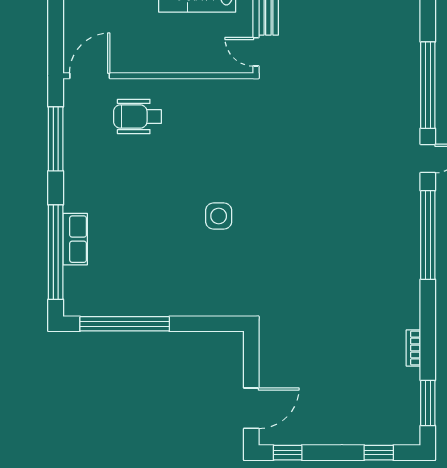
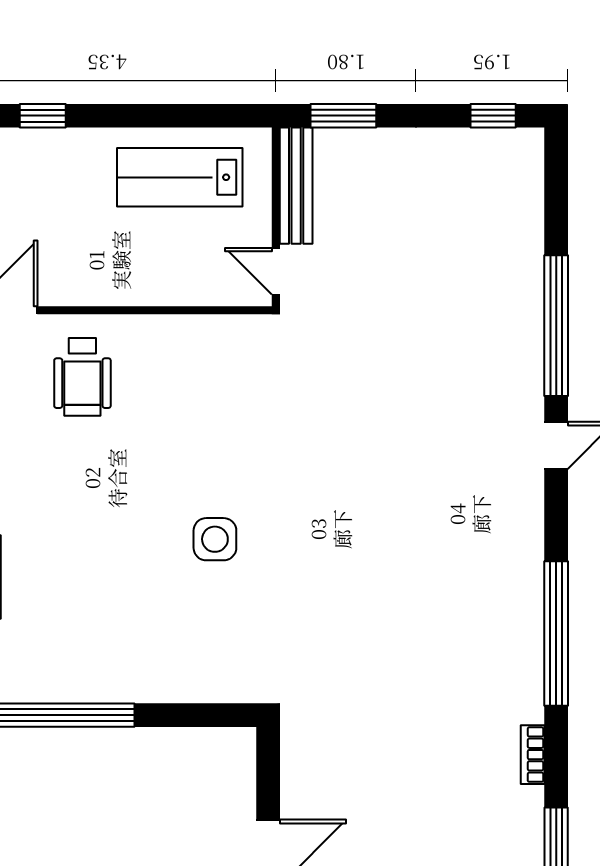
wheelchair: (137, 117) -> (82, 377), turned -90
window: (428, 235) -> (556, 634), moved

